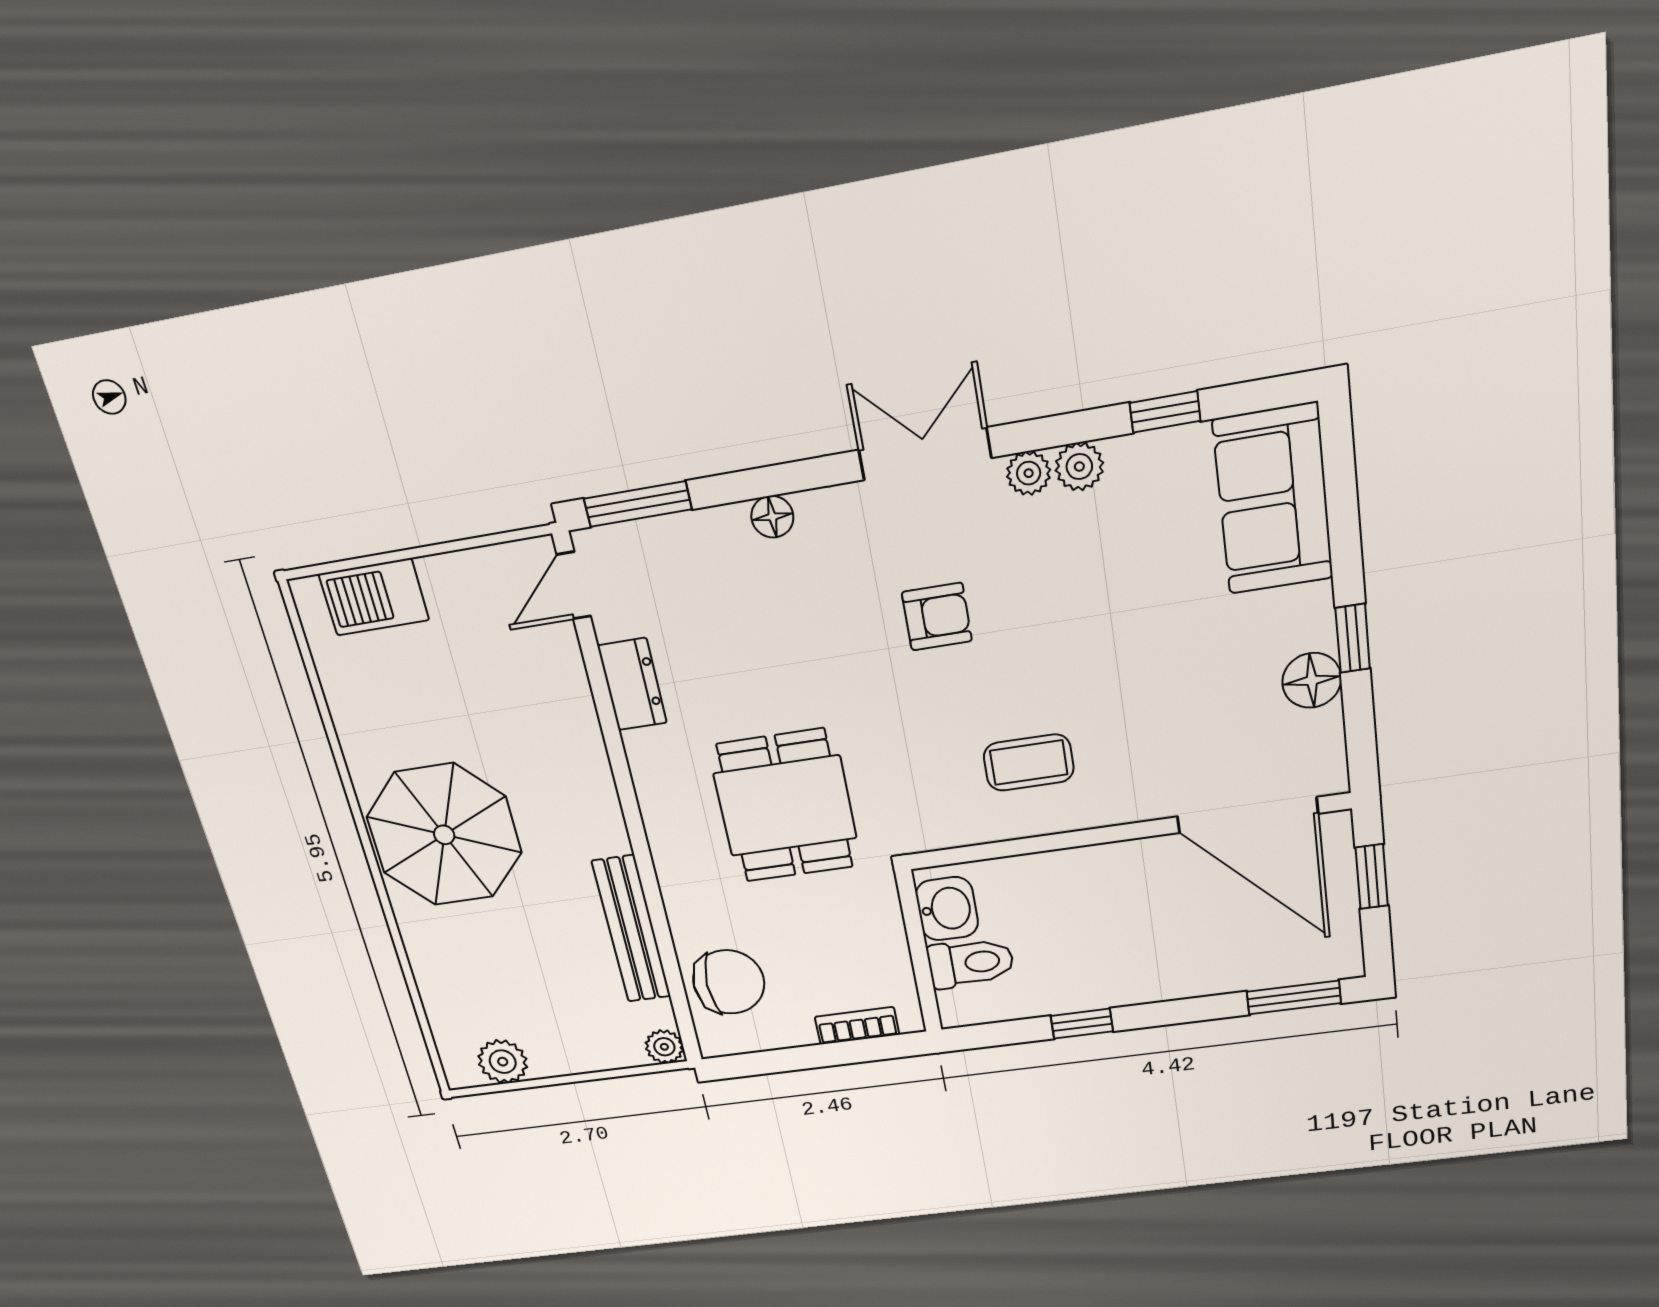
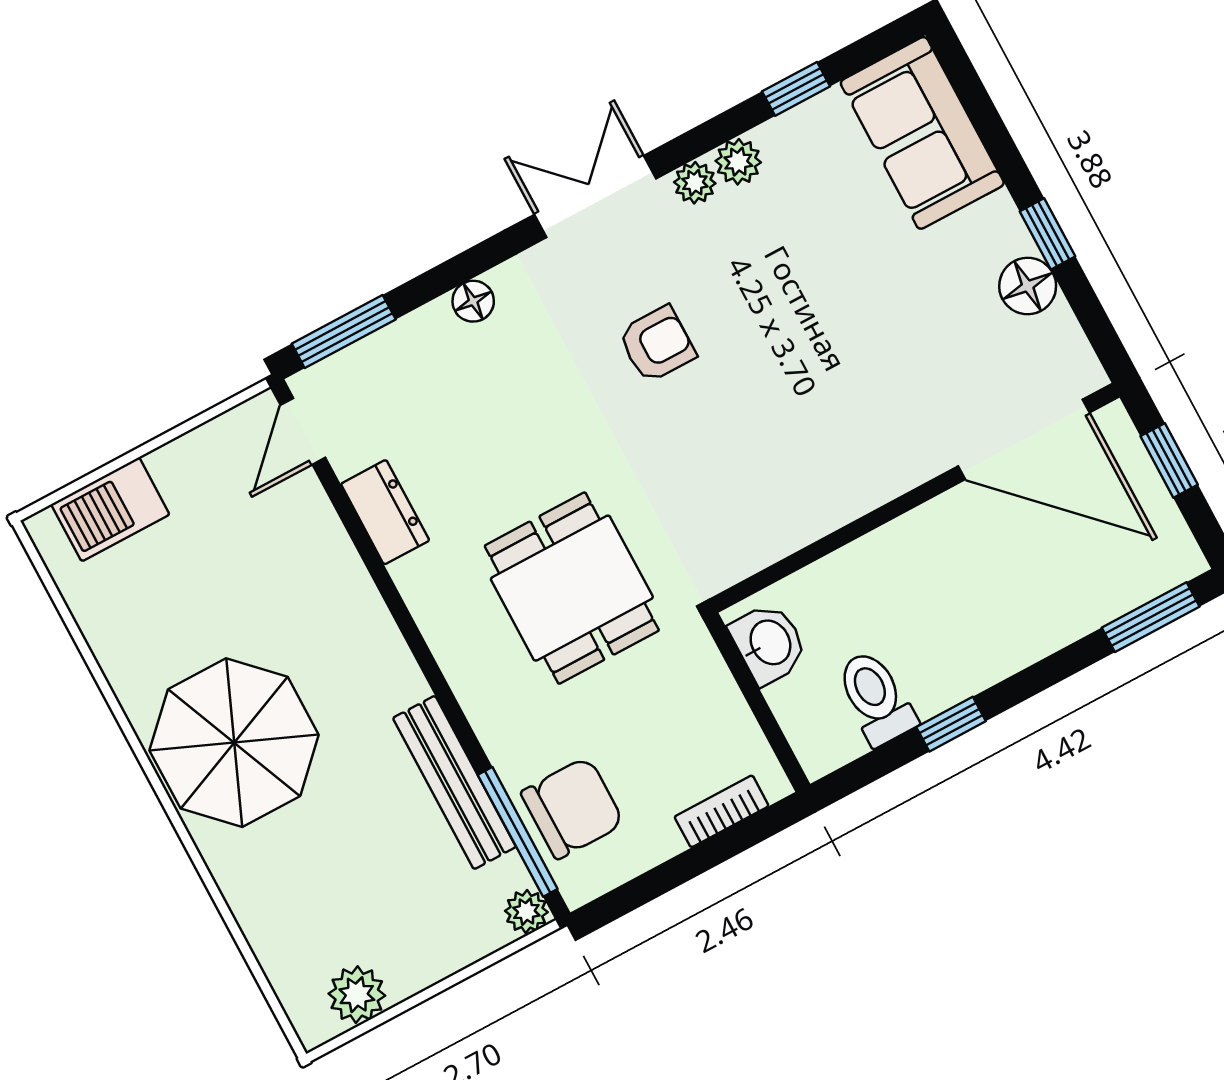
coffee table: (1029, 763) -> (794, 459), removed
toilet: (971, 963) -> (876, 698), moved, turned -90
window: (675, 985) -> (518, 832), added

